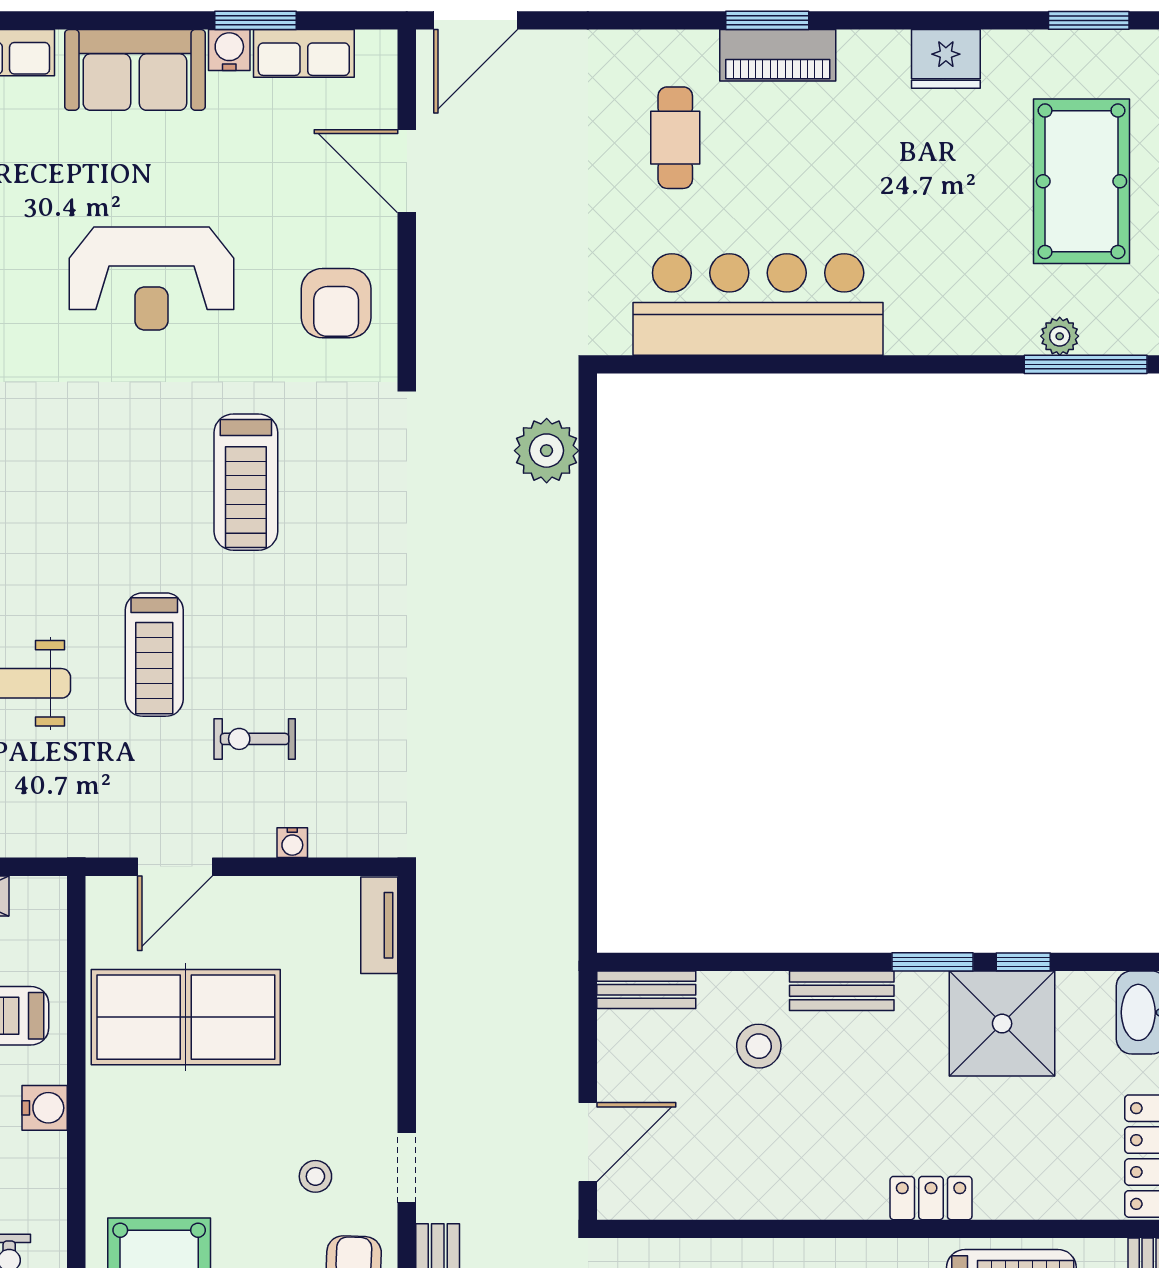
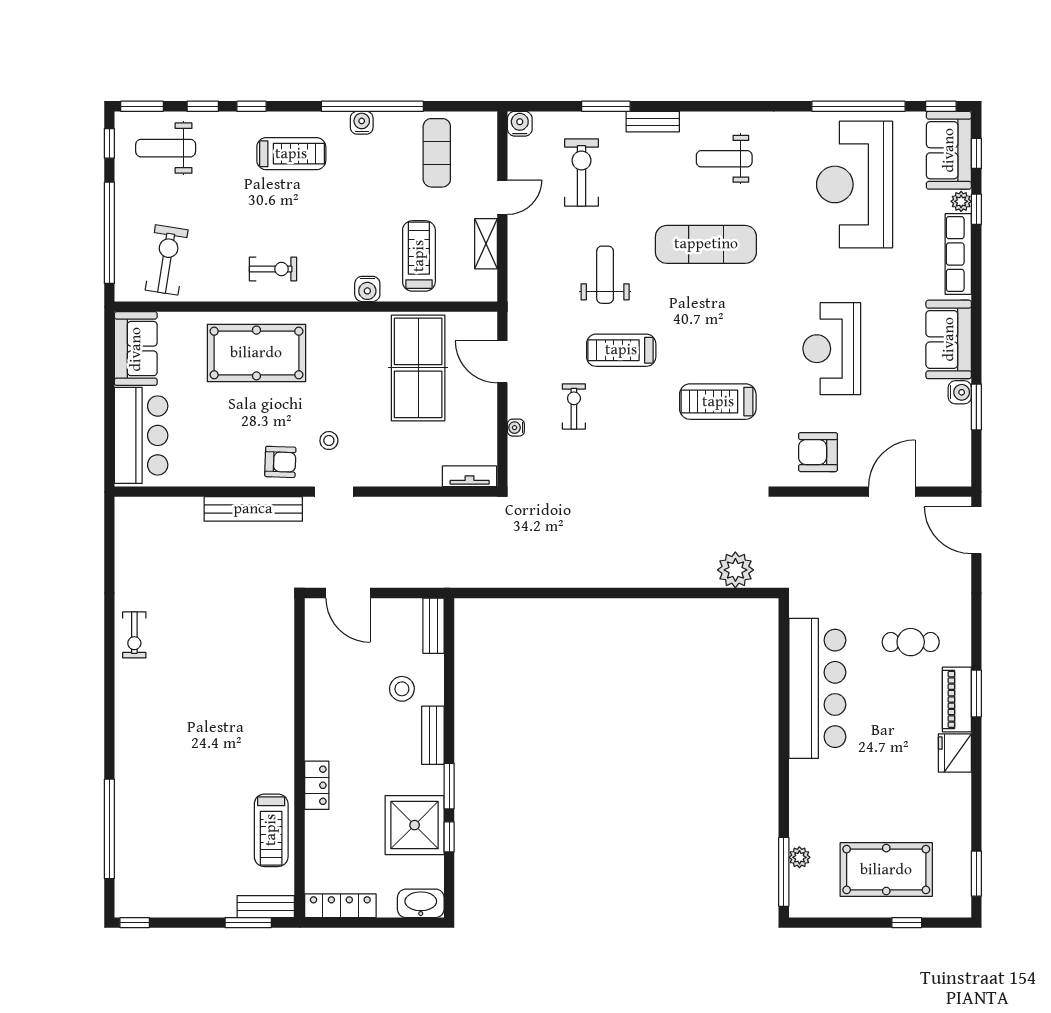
row of seats: (304, 53) -> (958, 434), removed
fridge: (946, 59) -> (955, 753), moved

